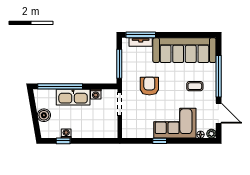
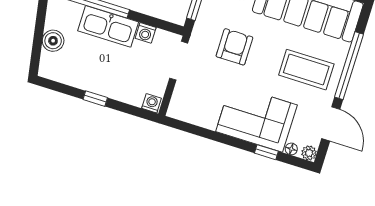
coffee table: (195, 86) -> (306, 70), width x1.86, depth x1.72
washing machine: (66, 133) -> (152, 103), moved
window: (63, 141) -> (95, 99), moved
window: (160, 141) -> (266, 152), moved

